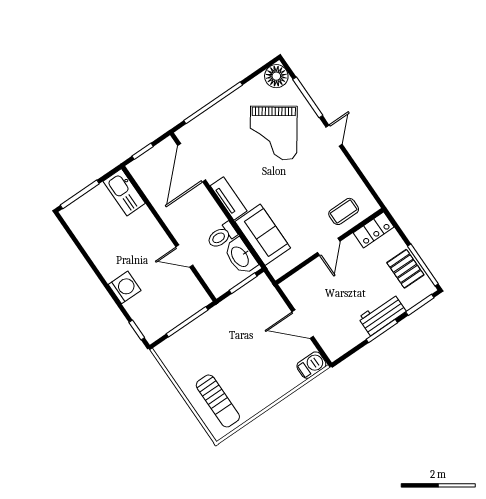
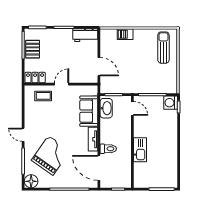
door: (334, 136) -> (23, 135), hinge flipped
door: (192, 163) -> (99, 168), swing flipped
kitchen sink: (124, 192) -> (140, 150), moved
toilet: (222, 236) -> (108, 149), moved
door: (184, 256) -> (132, 108), moved
washing machine: (125, 287) -> (171, 103), moved
workbench: (382, 314) -> (85, 35), moved
door: (303, 324) -> (99, 67), moved
barbecue: (311, 365) -> (125, 34), moved

